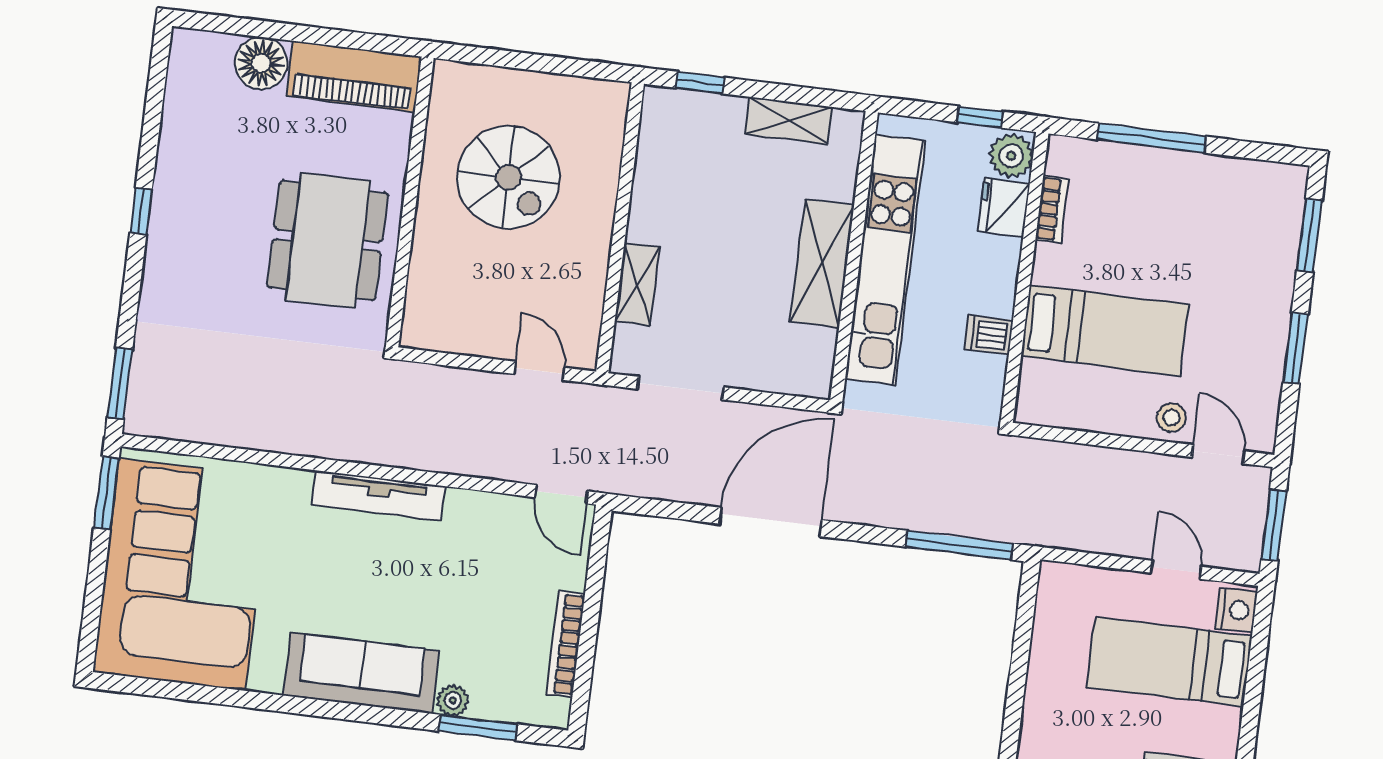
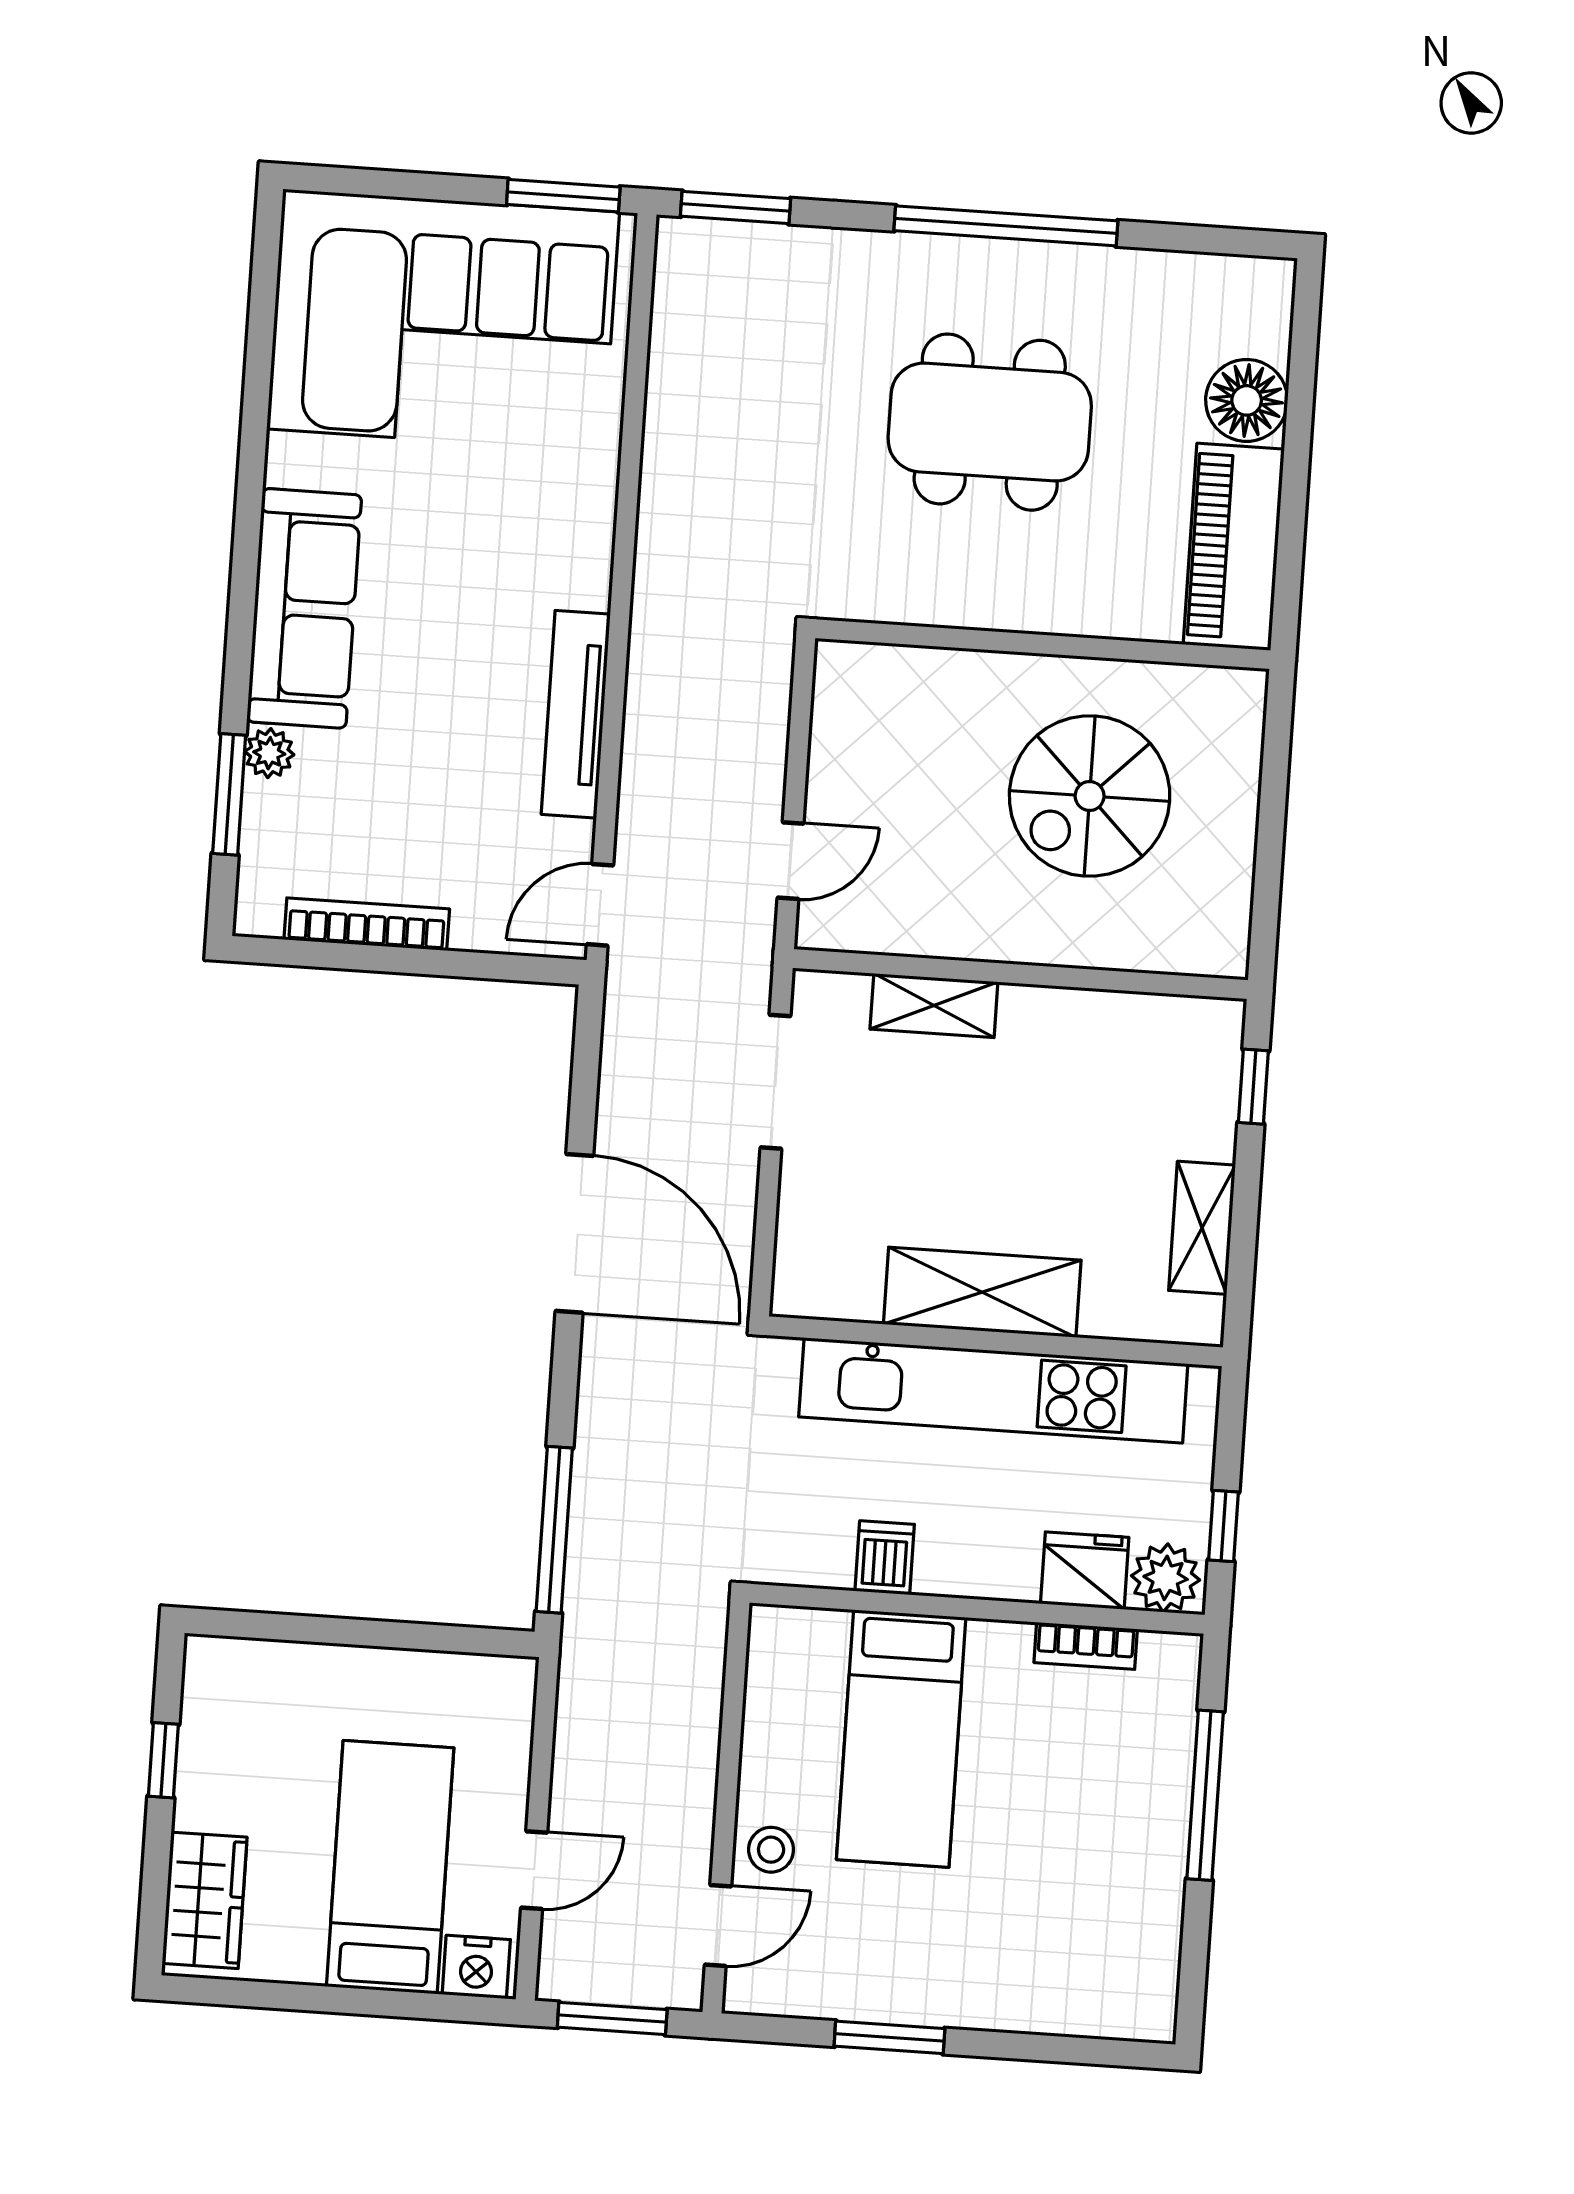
window: (141, 211) -> (1006, 226), width x3.17
window: (1309, 235) -> (1067, 2049), removed
dining table: (328, 240) -> (990, 422), moved
tv unit: (378, 496) -> (576, 714), moved

